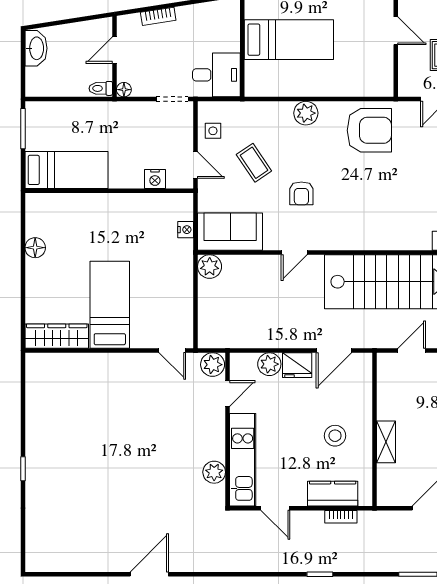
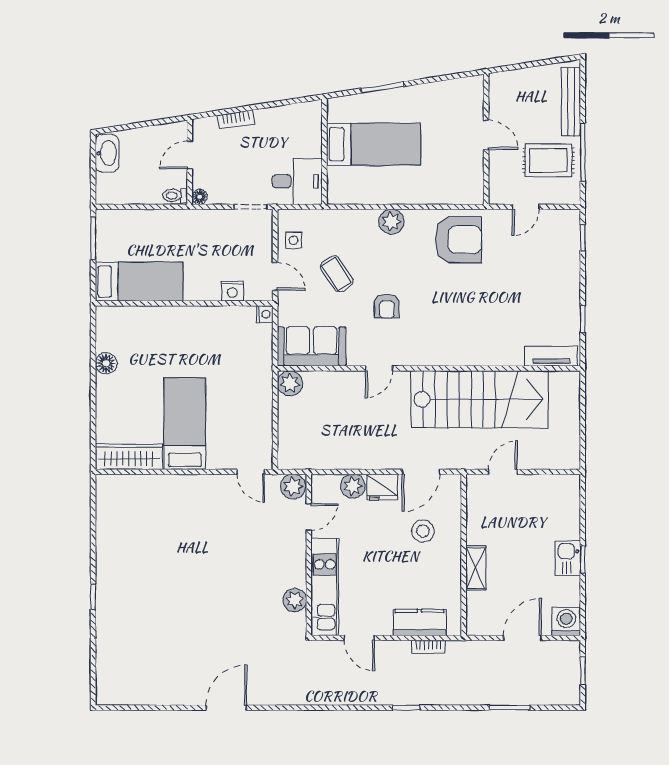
nightstand: (186, 230) -> (265, 314), moved
stool: (335, 436) -> (423, 531), moved

